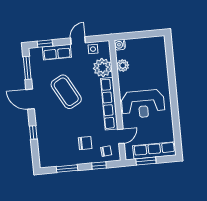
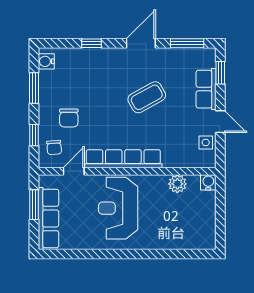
plant: (102, 68) -> (177, 154), removed
coffee table: (66, 92) -> (147, 97), width x0.73, depth x0.76
door: (121, 136) -> (74, 171), swing flipped
water cooler: (48, 162) -> (46, 61), added

